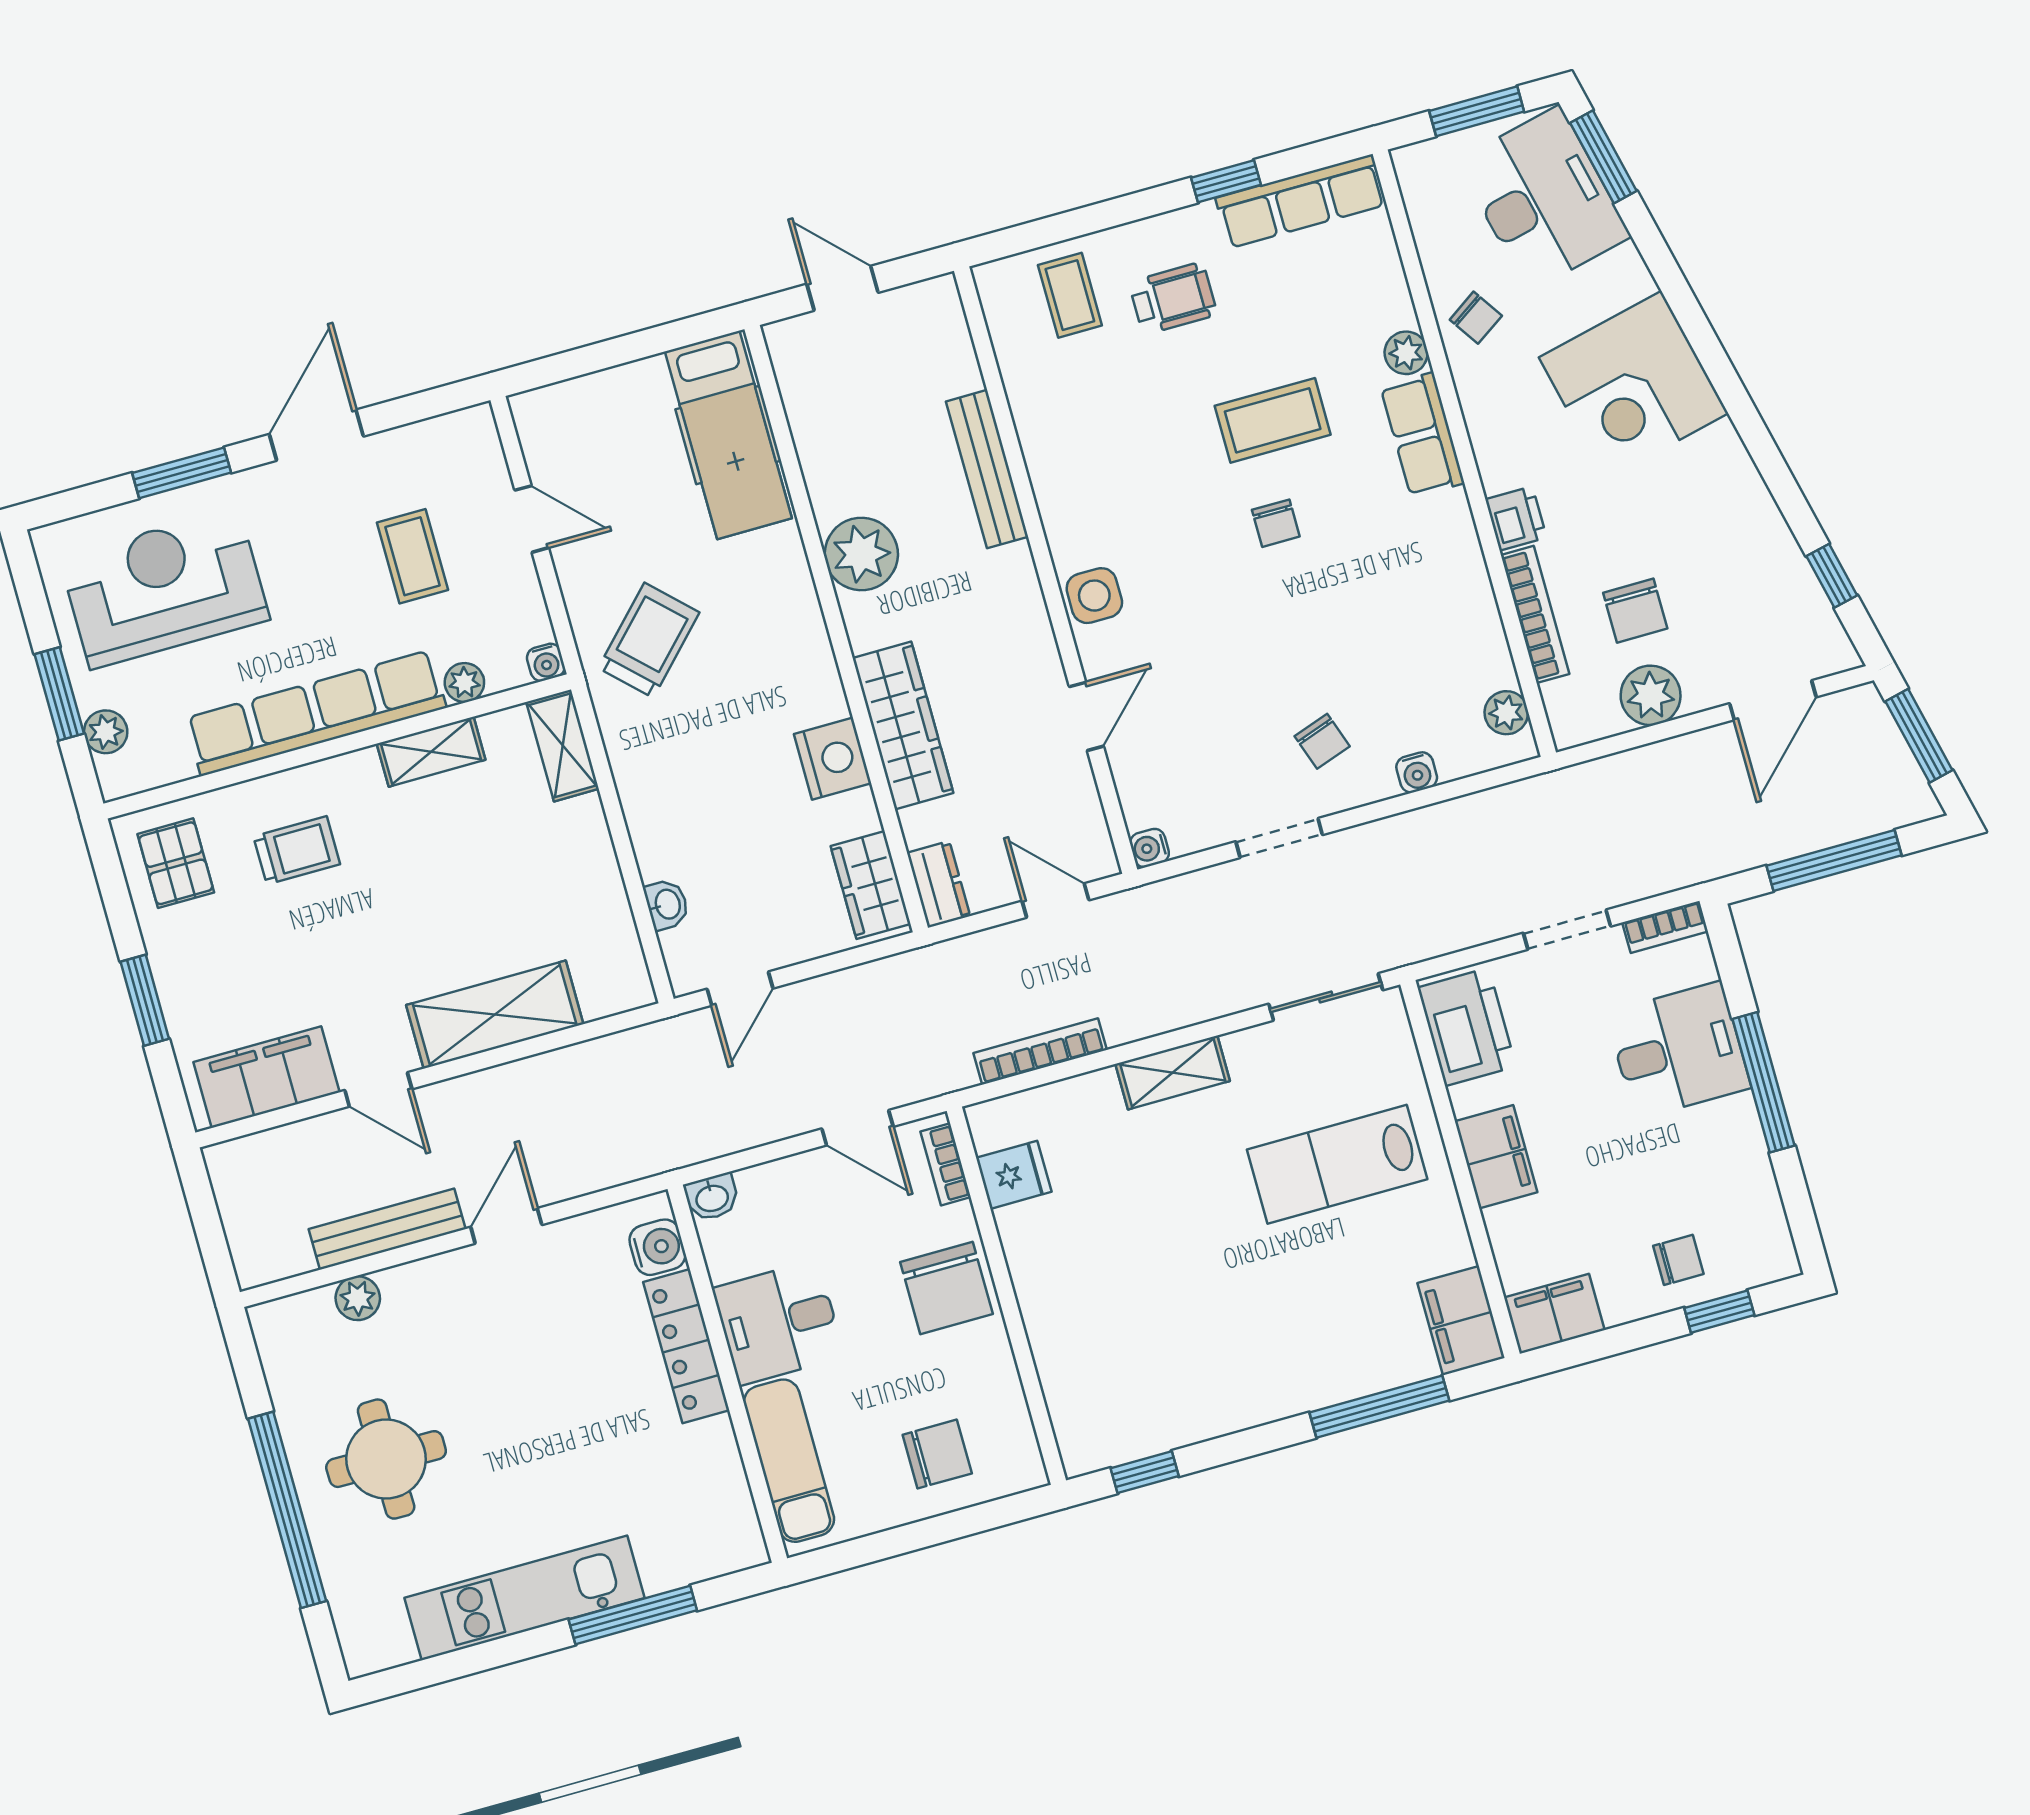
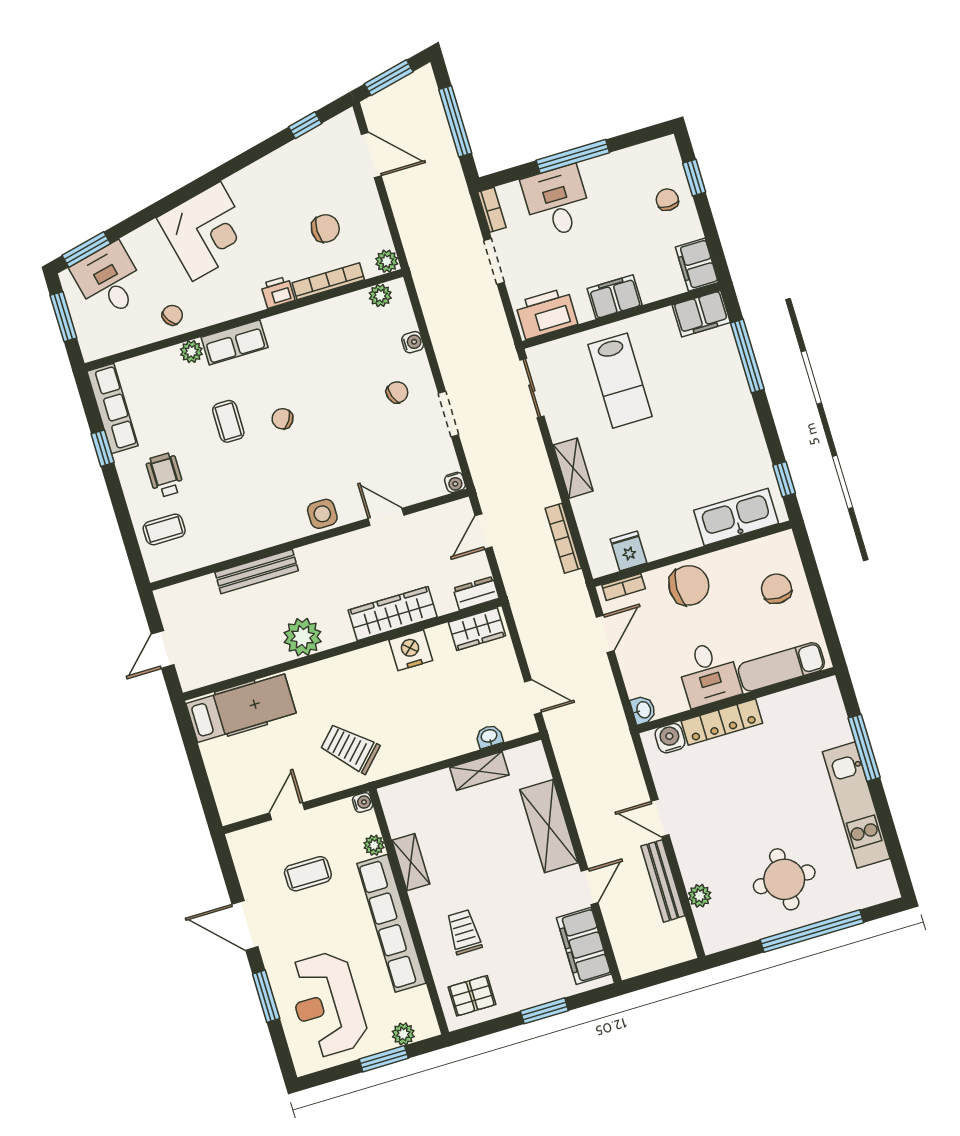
desk: (1544, 199) -> (109, 280), width x0.73
coffee table: (1273, 420) -> (228, 421), width x0.73, depth x0.77
chair: (1276, 523) -> (282, 419), turned -148
plant: (1651, 695) -> (387, 261), moved, width x0.73, depth x0.73
shelving: (563, 745) -> (479, 771), moved
kitchen sink: (1075, 1380) -> (736, 517), added

